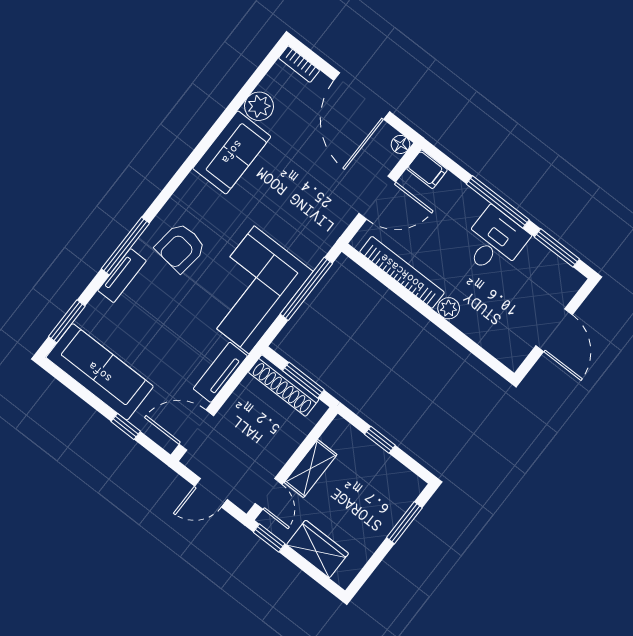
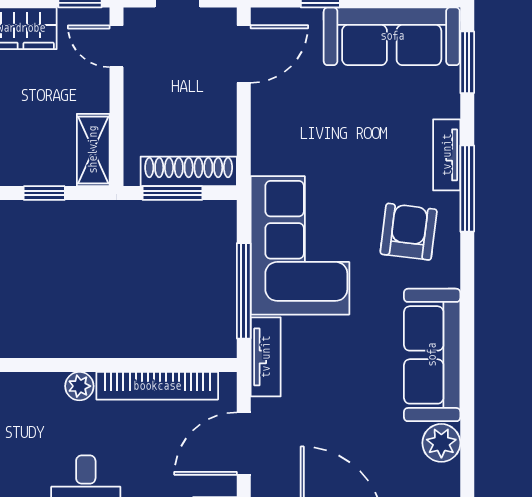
sofa: (232, 152) -> (432, 355), width x1.36
tv unit: (220, 372) -> (266, 357), moved
shelving: (311, 468) -> (93, 150), moved

